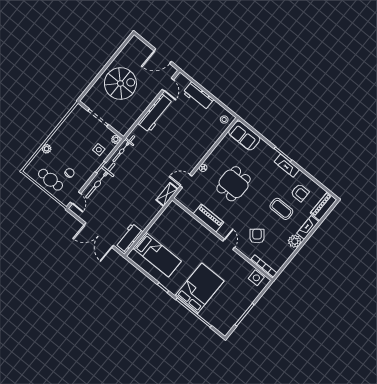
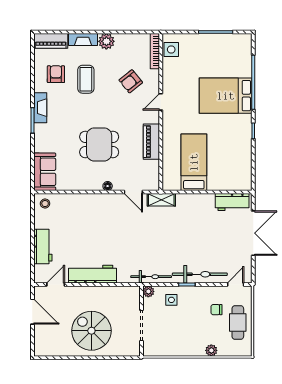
bed: (157, 255) -> (194, 162), moved

